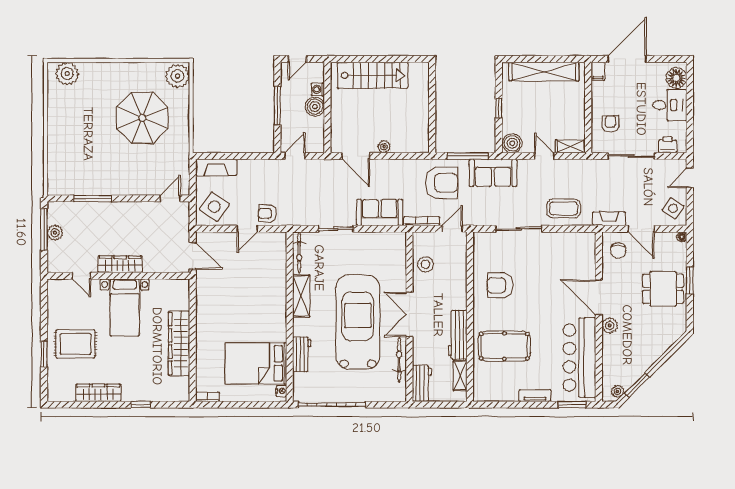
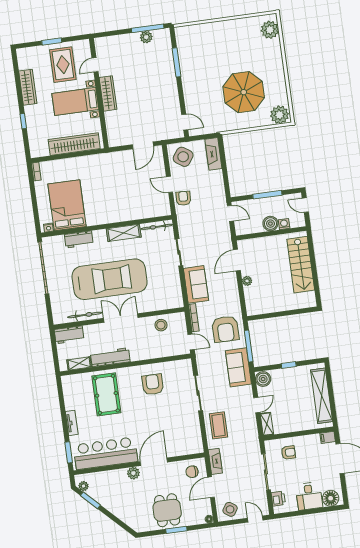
wardrobe: (120, 264) -> (108, 93), moved
door: (82, 276) -> (95, 65), moved
wall: (118, 276) -> (99, 93), moved
bed with nightstands: (125, 307) -> (75, 101), moved

